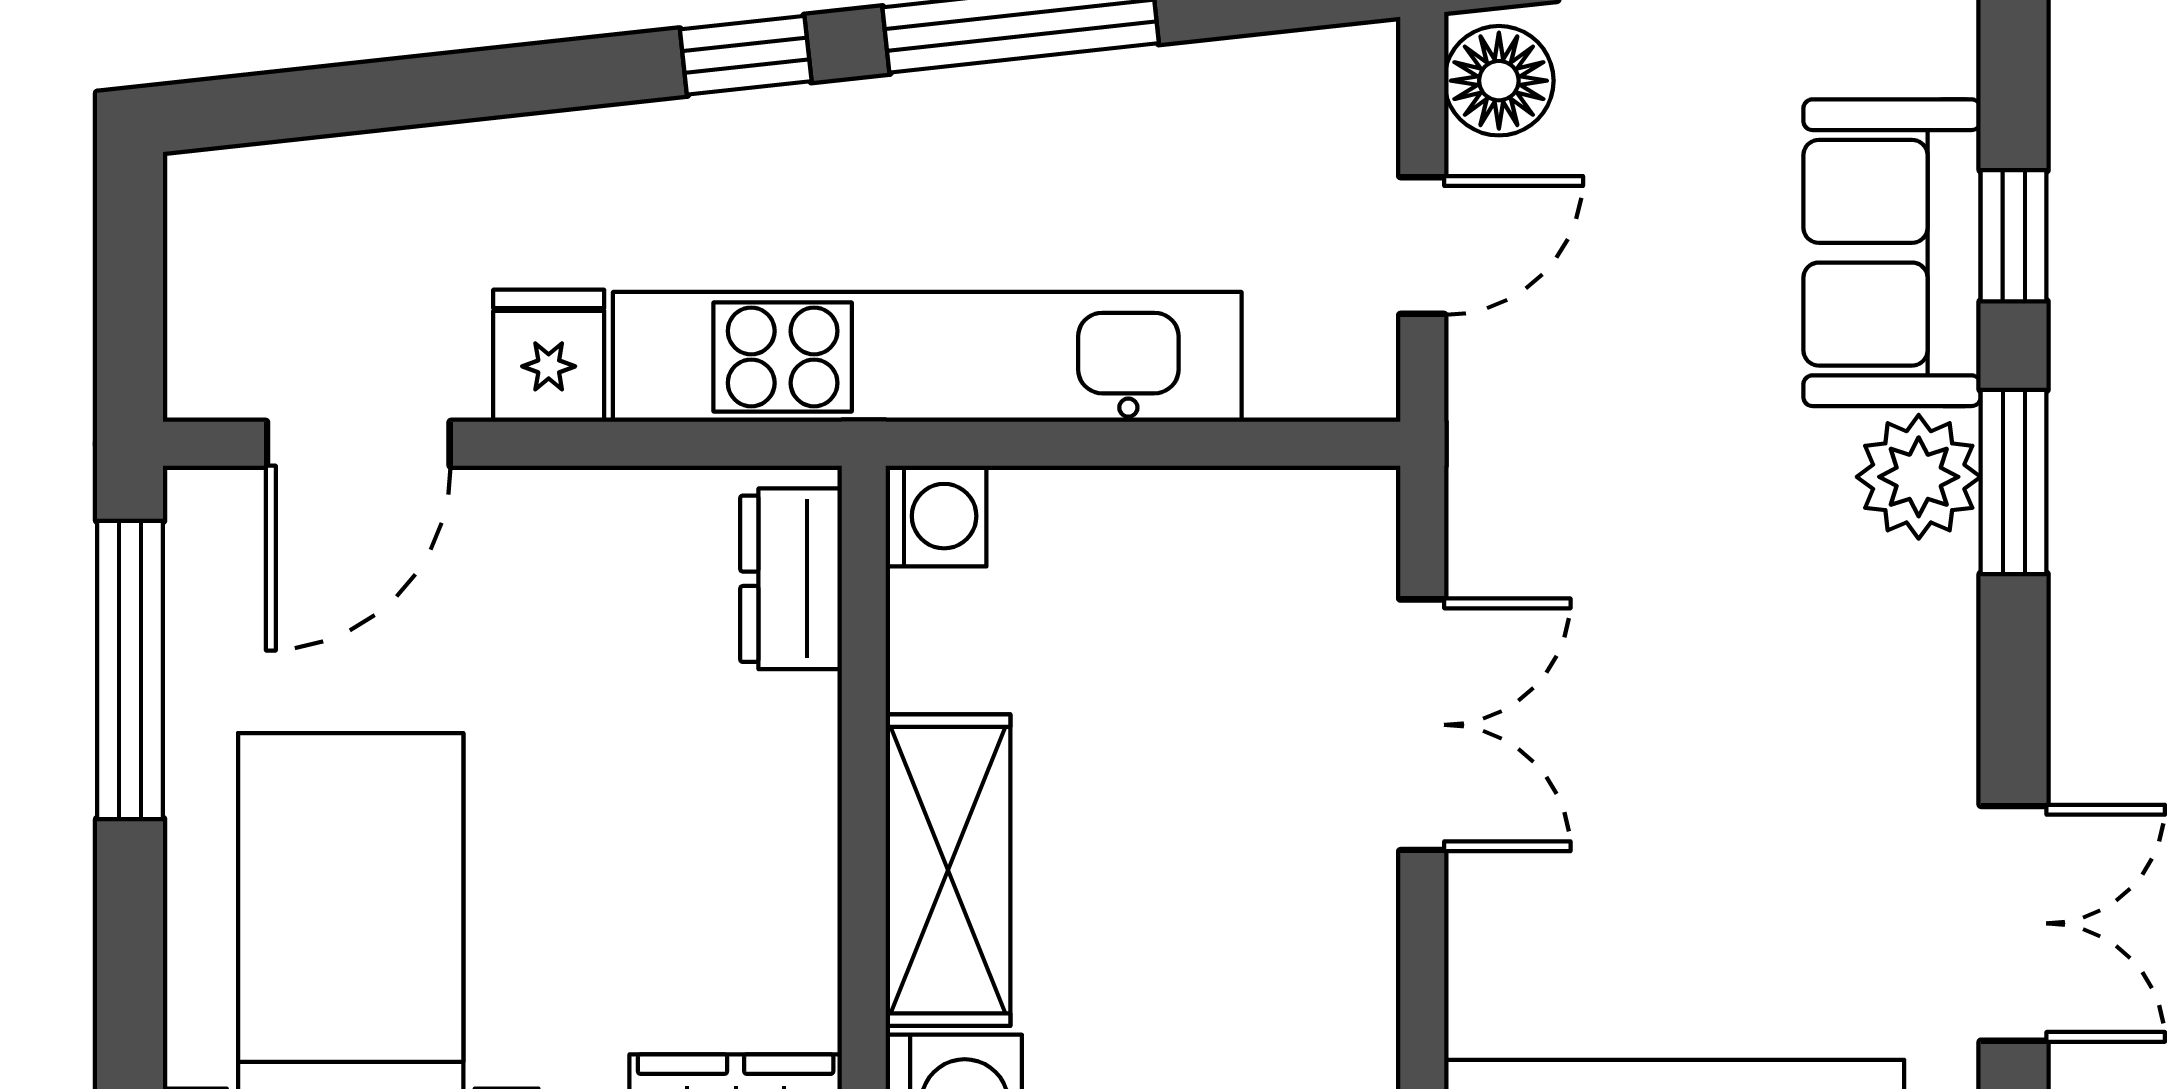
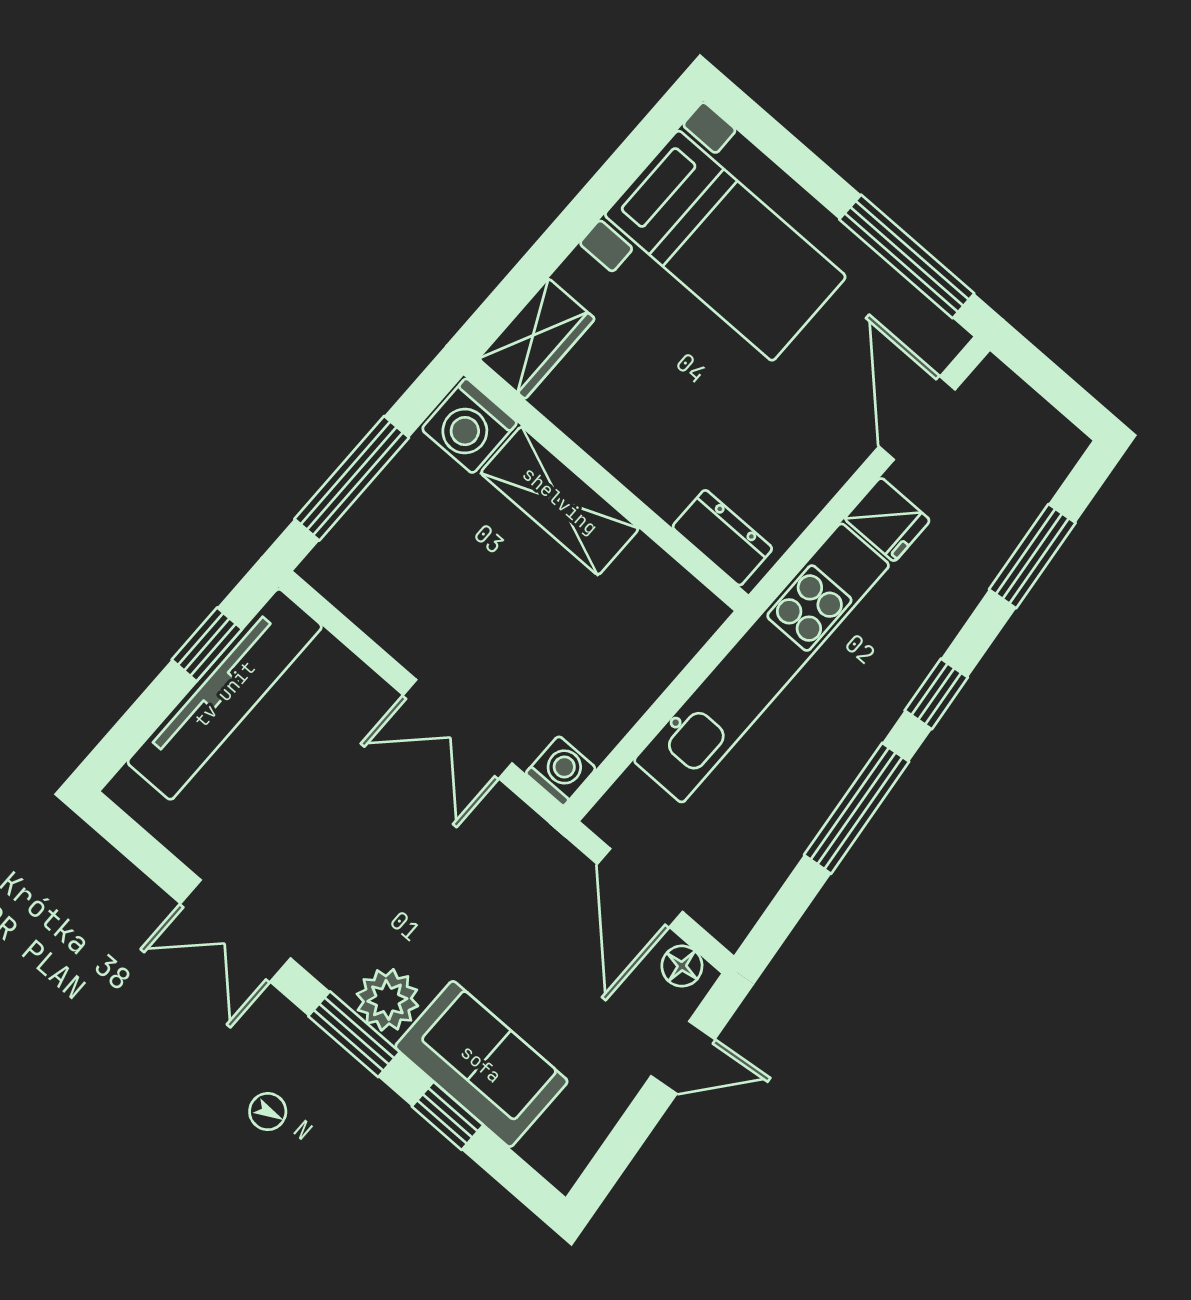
floor lamp: (1499, 81) -> (682, 966), width x0.73, depth x0.73
window: (414, 91) -> (1032, 556), added
door: (1422, 246) -> (640, 888), width x1.38
washing machine: (936, 516) -> (561, 771), moved, turned 180
double door: (2014, 923) -> (236, 931), moved

